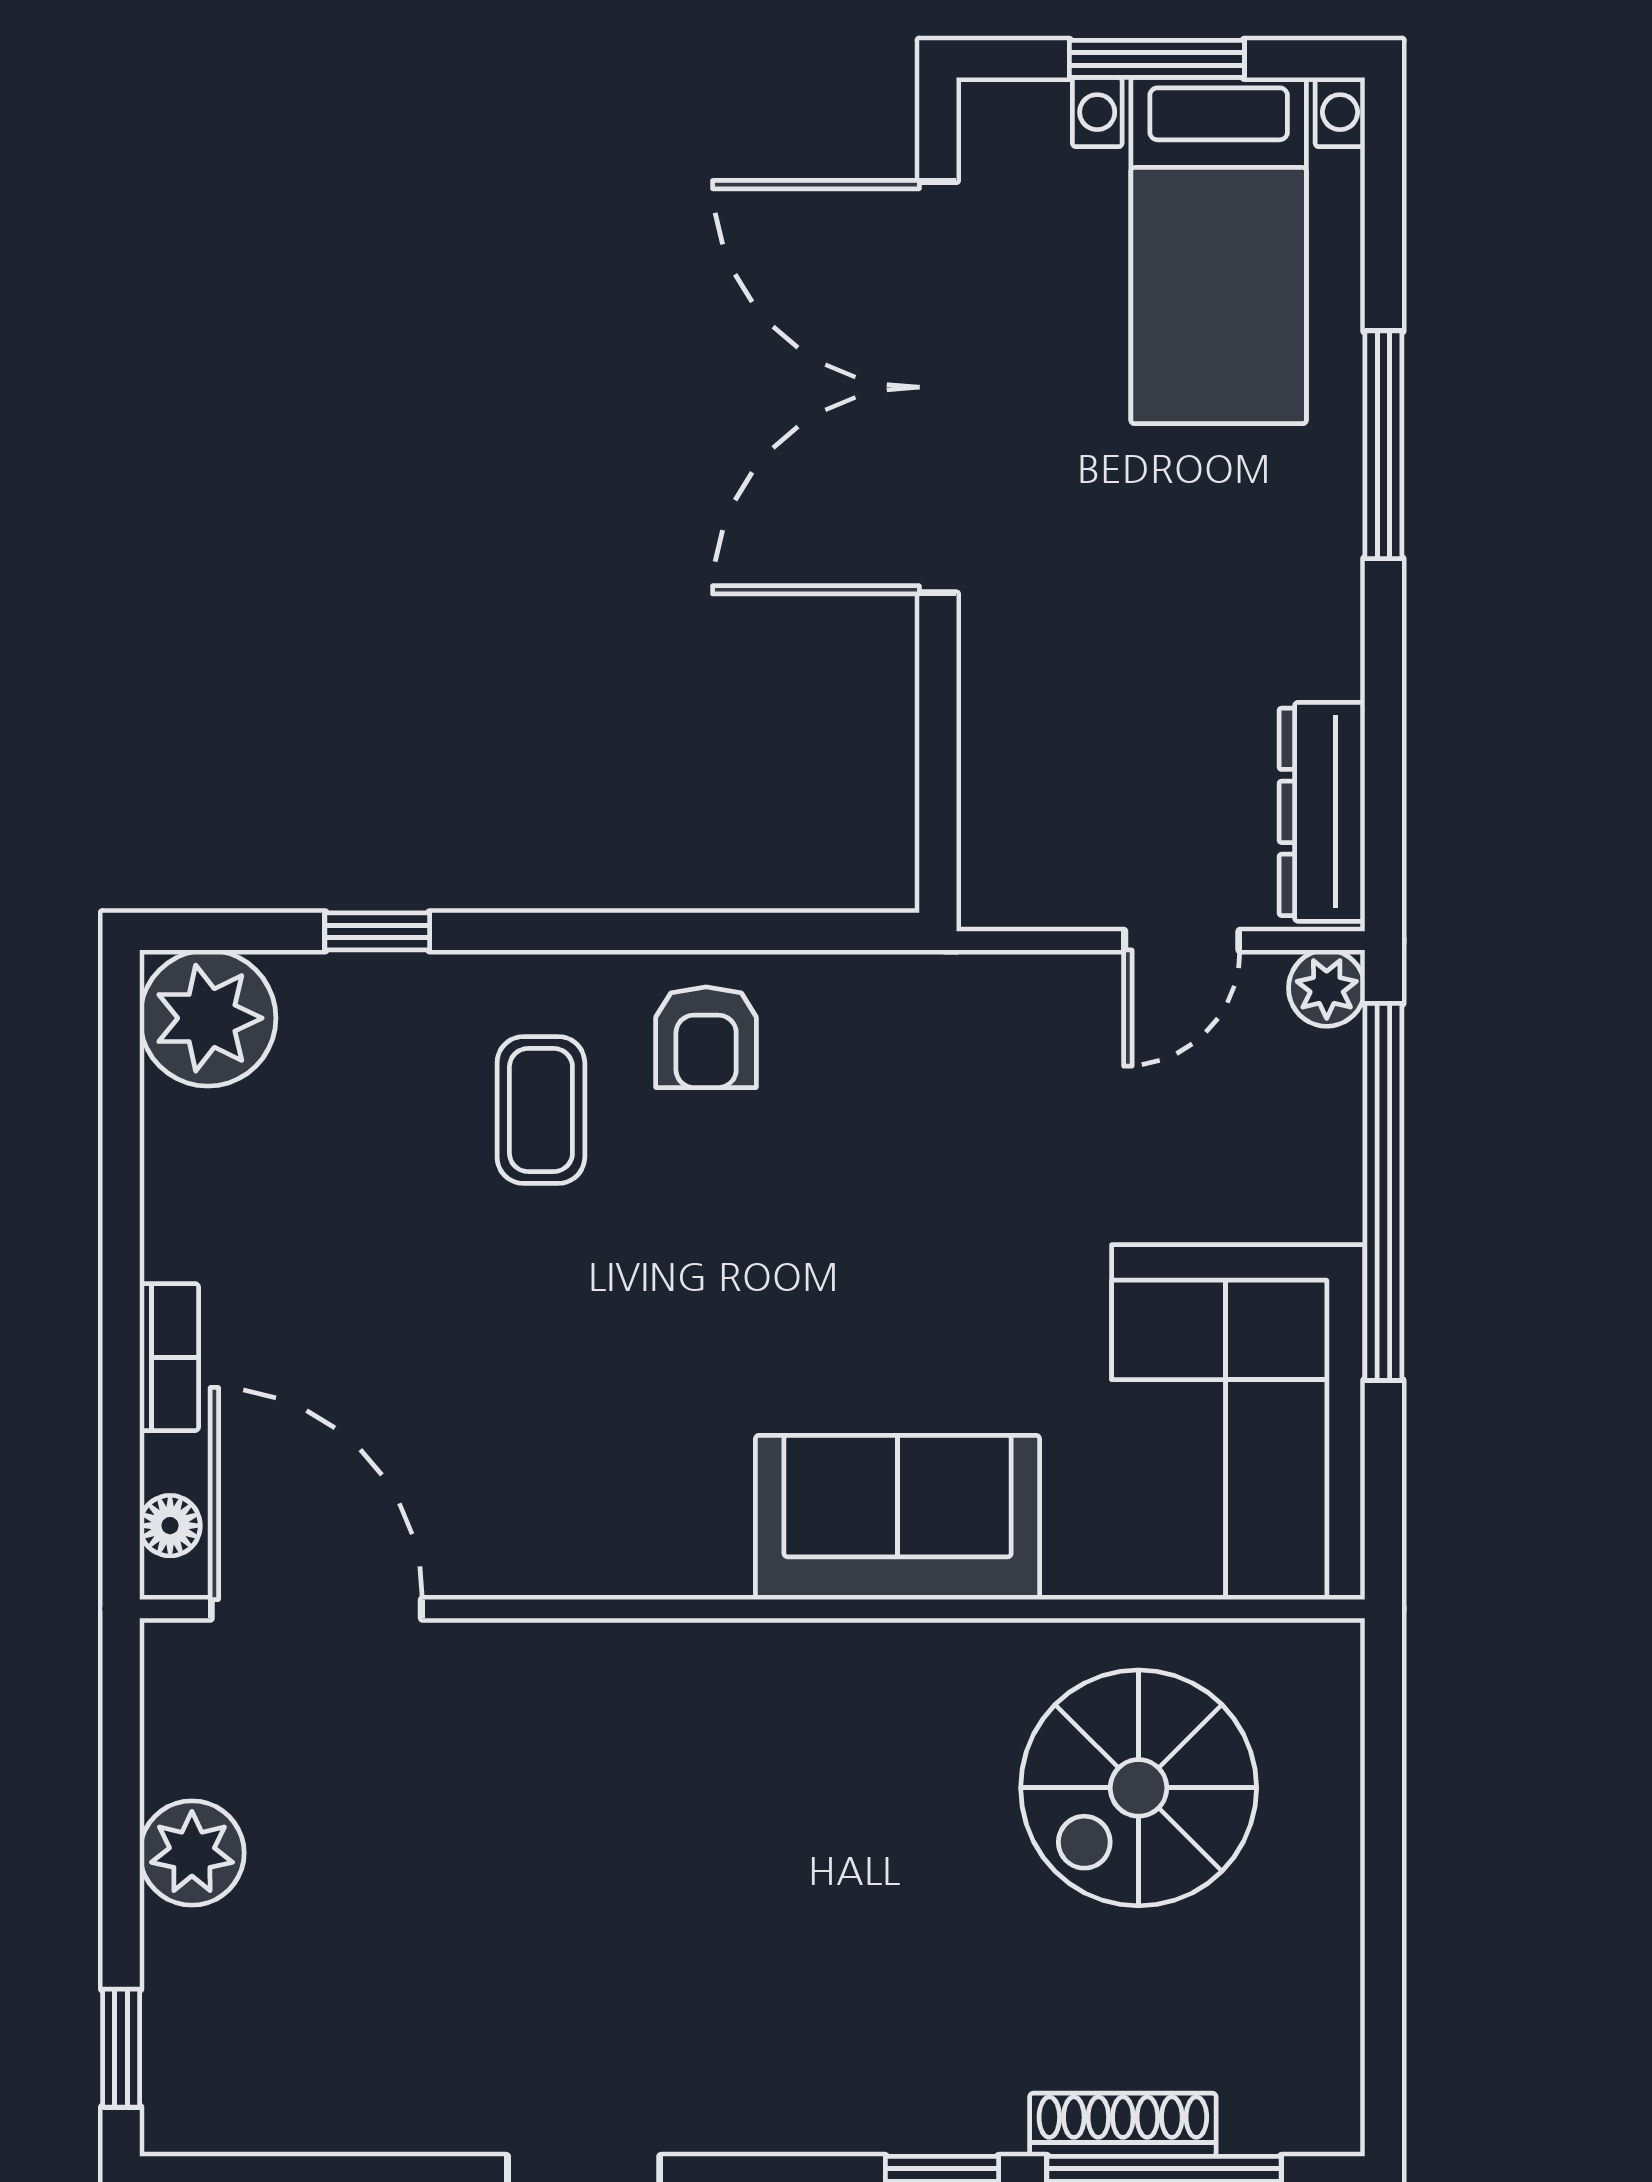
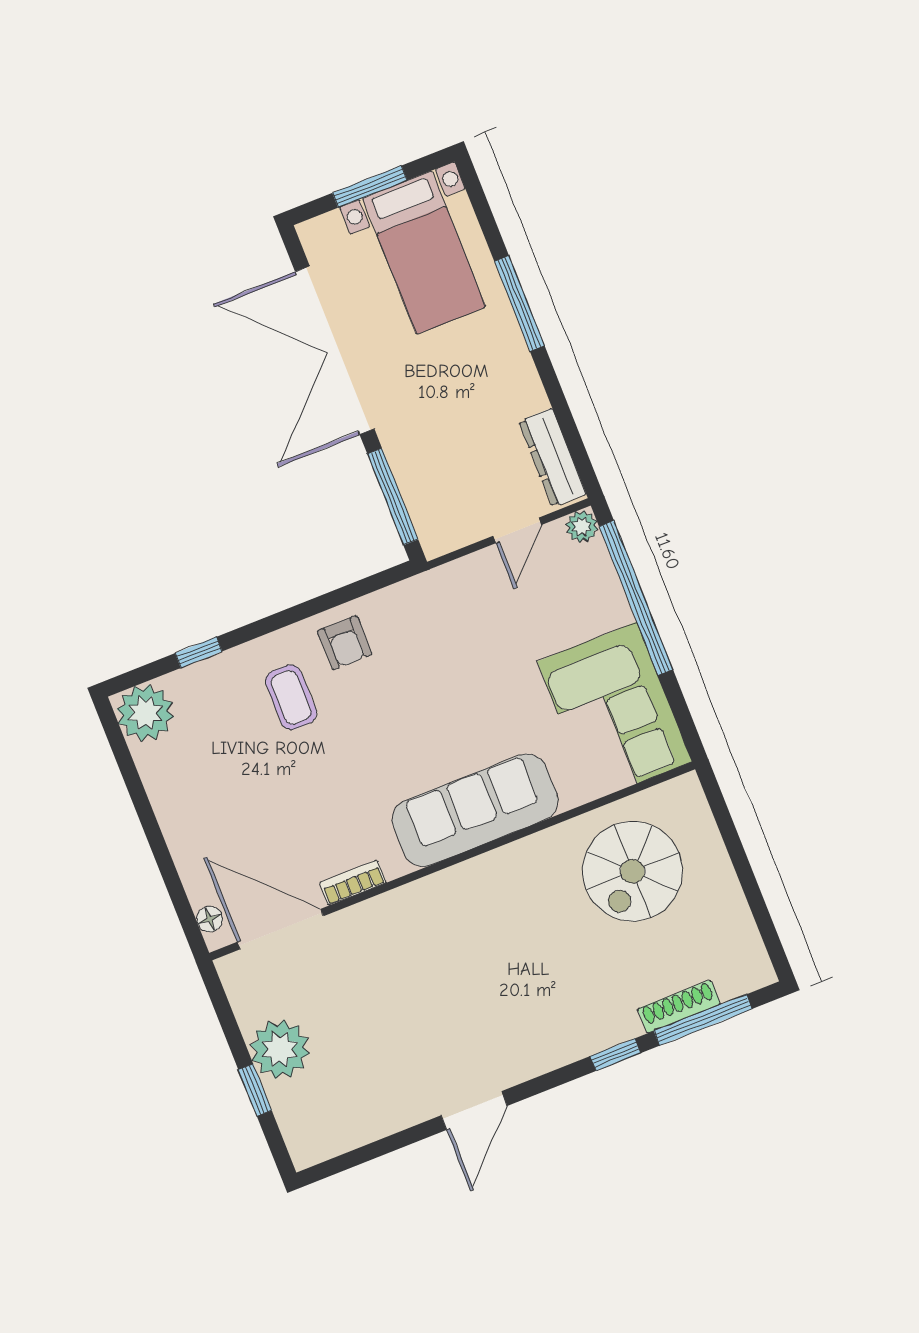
window: (938, 758) -> (393, 497), added
bookcase: (169, 1357) -> (353, 883), moved, turned -90
sofa: (898, 1517) -> (475, 810), width x1.36
plant: (192, 1853) -> (280, 1049), width x1.36, depth x1.36
window: (121, 2048) -> (255, 1090), moved

